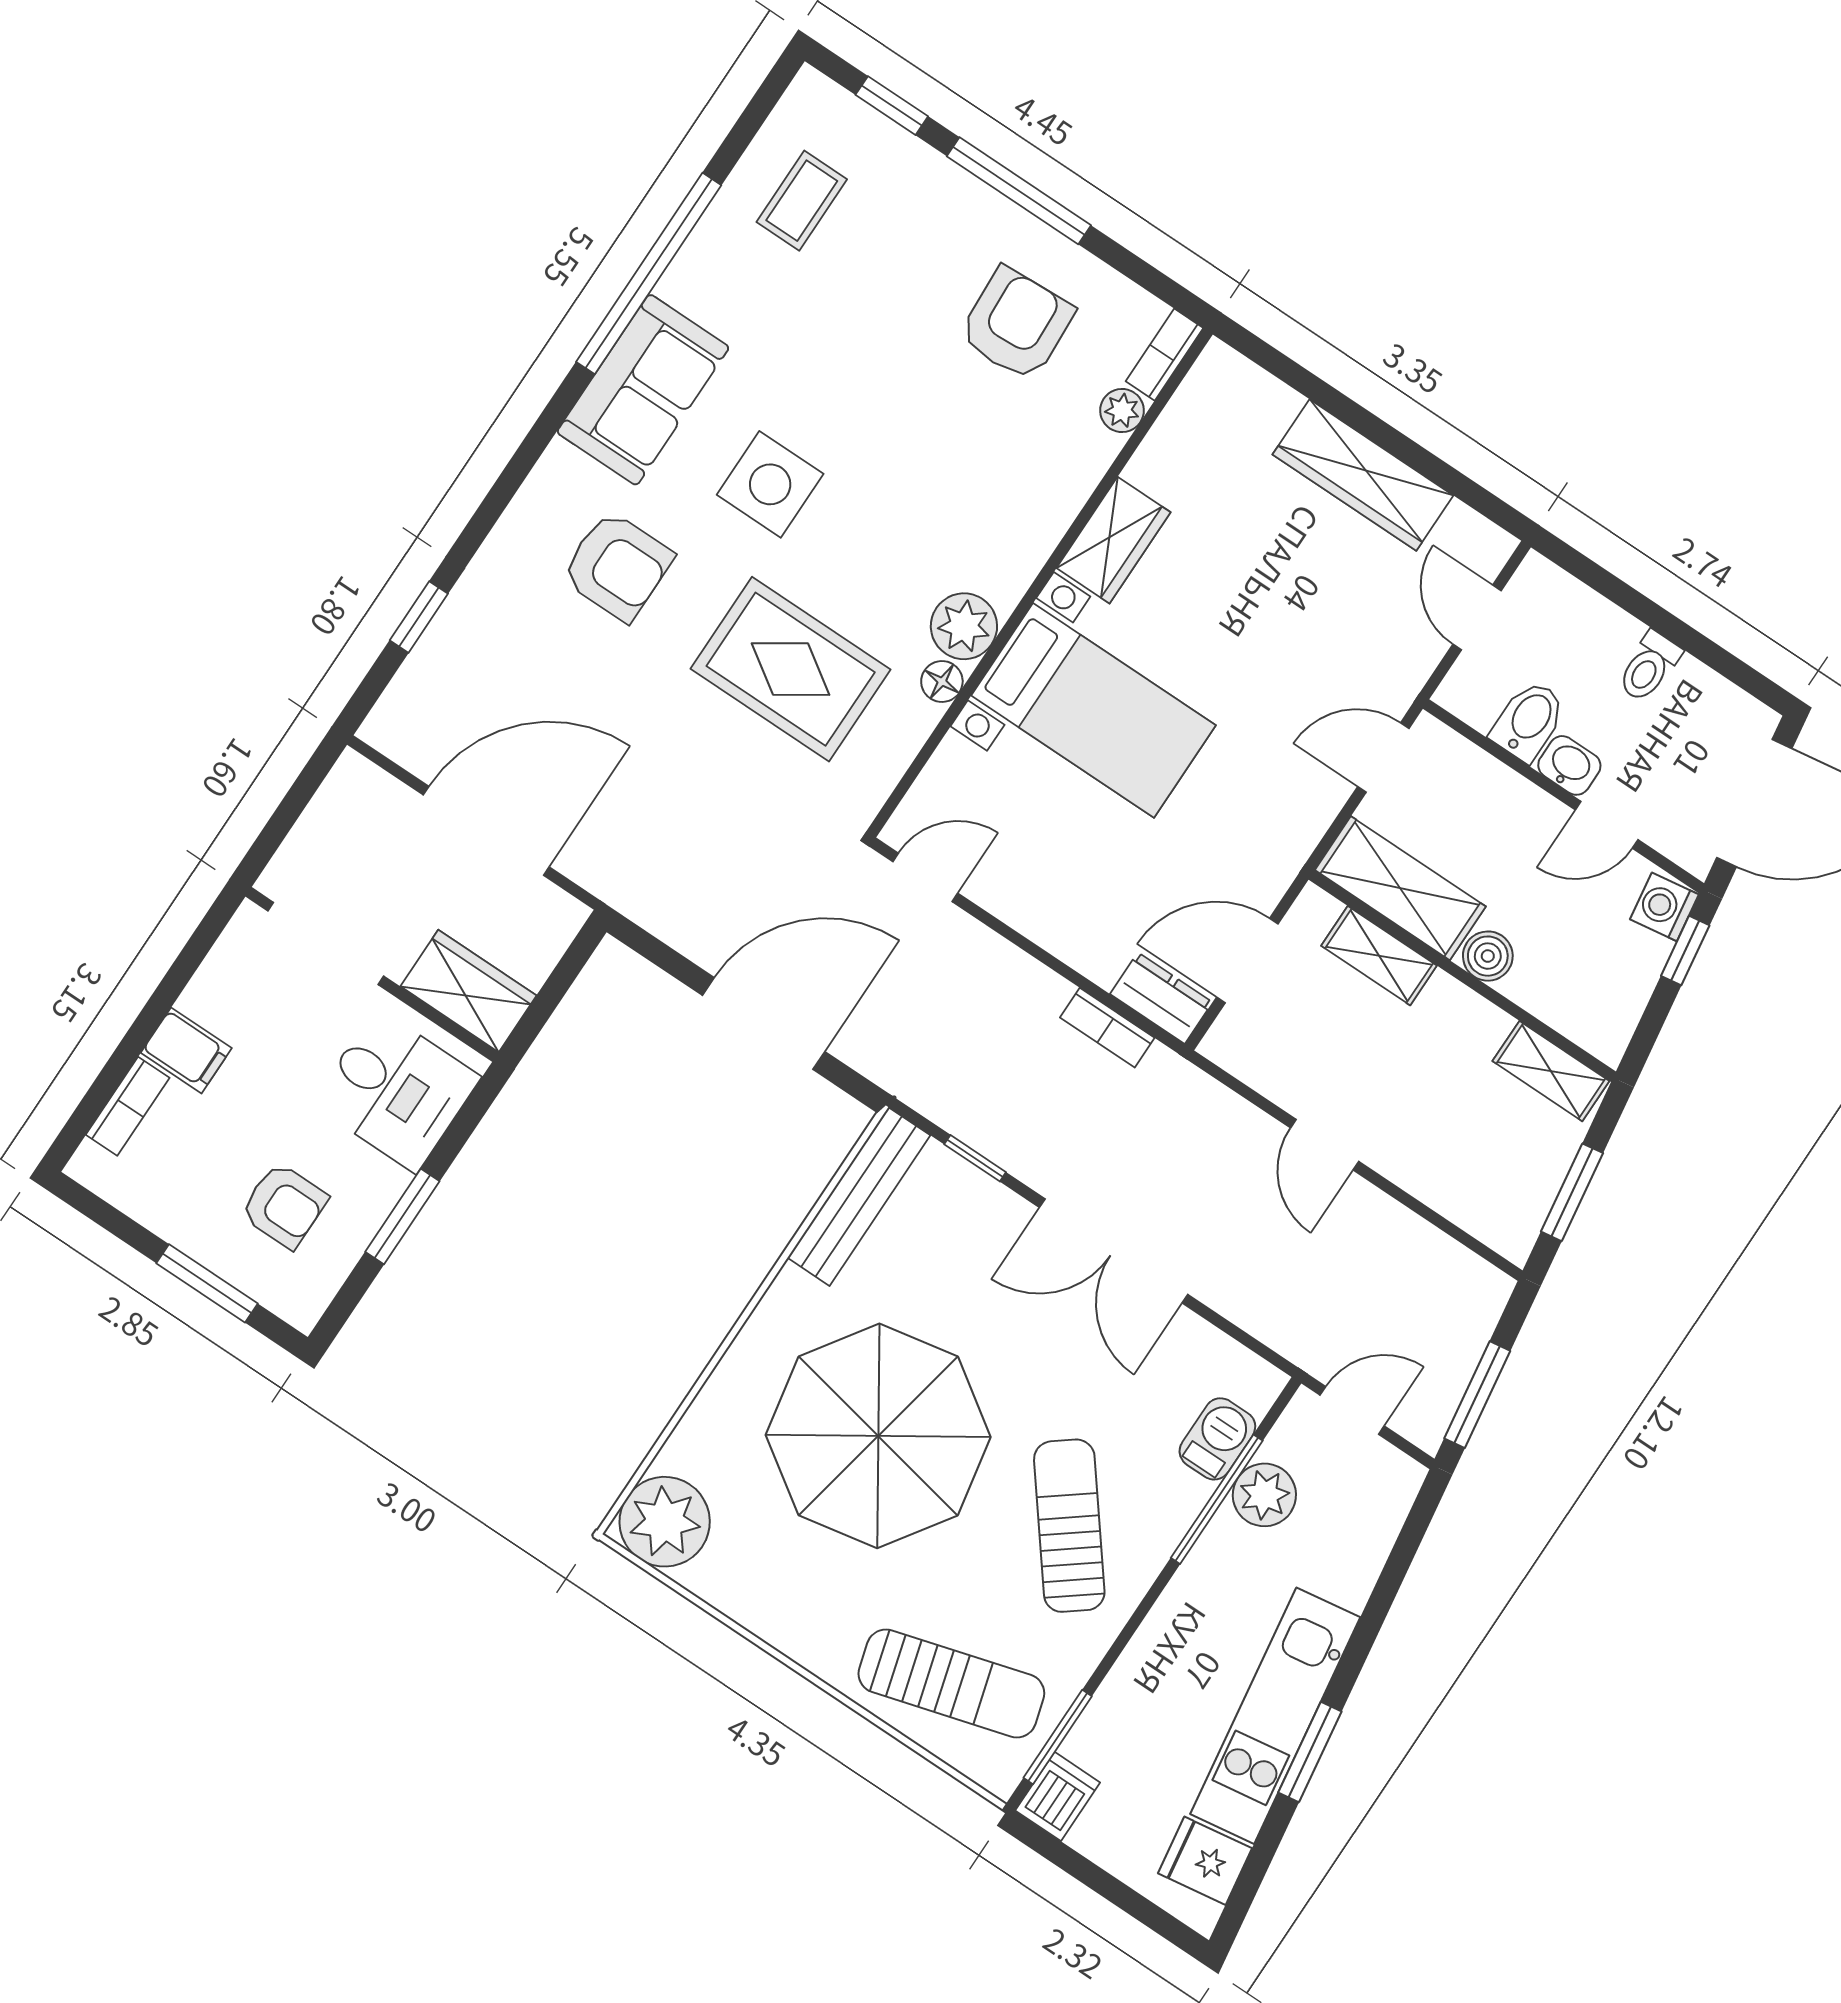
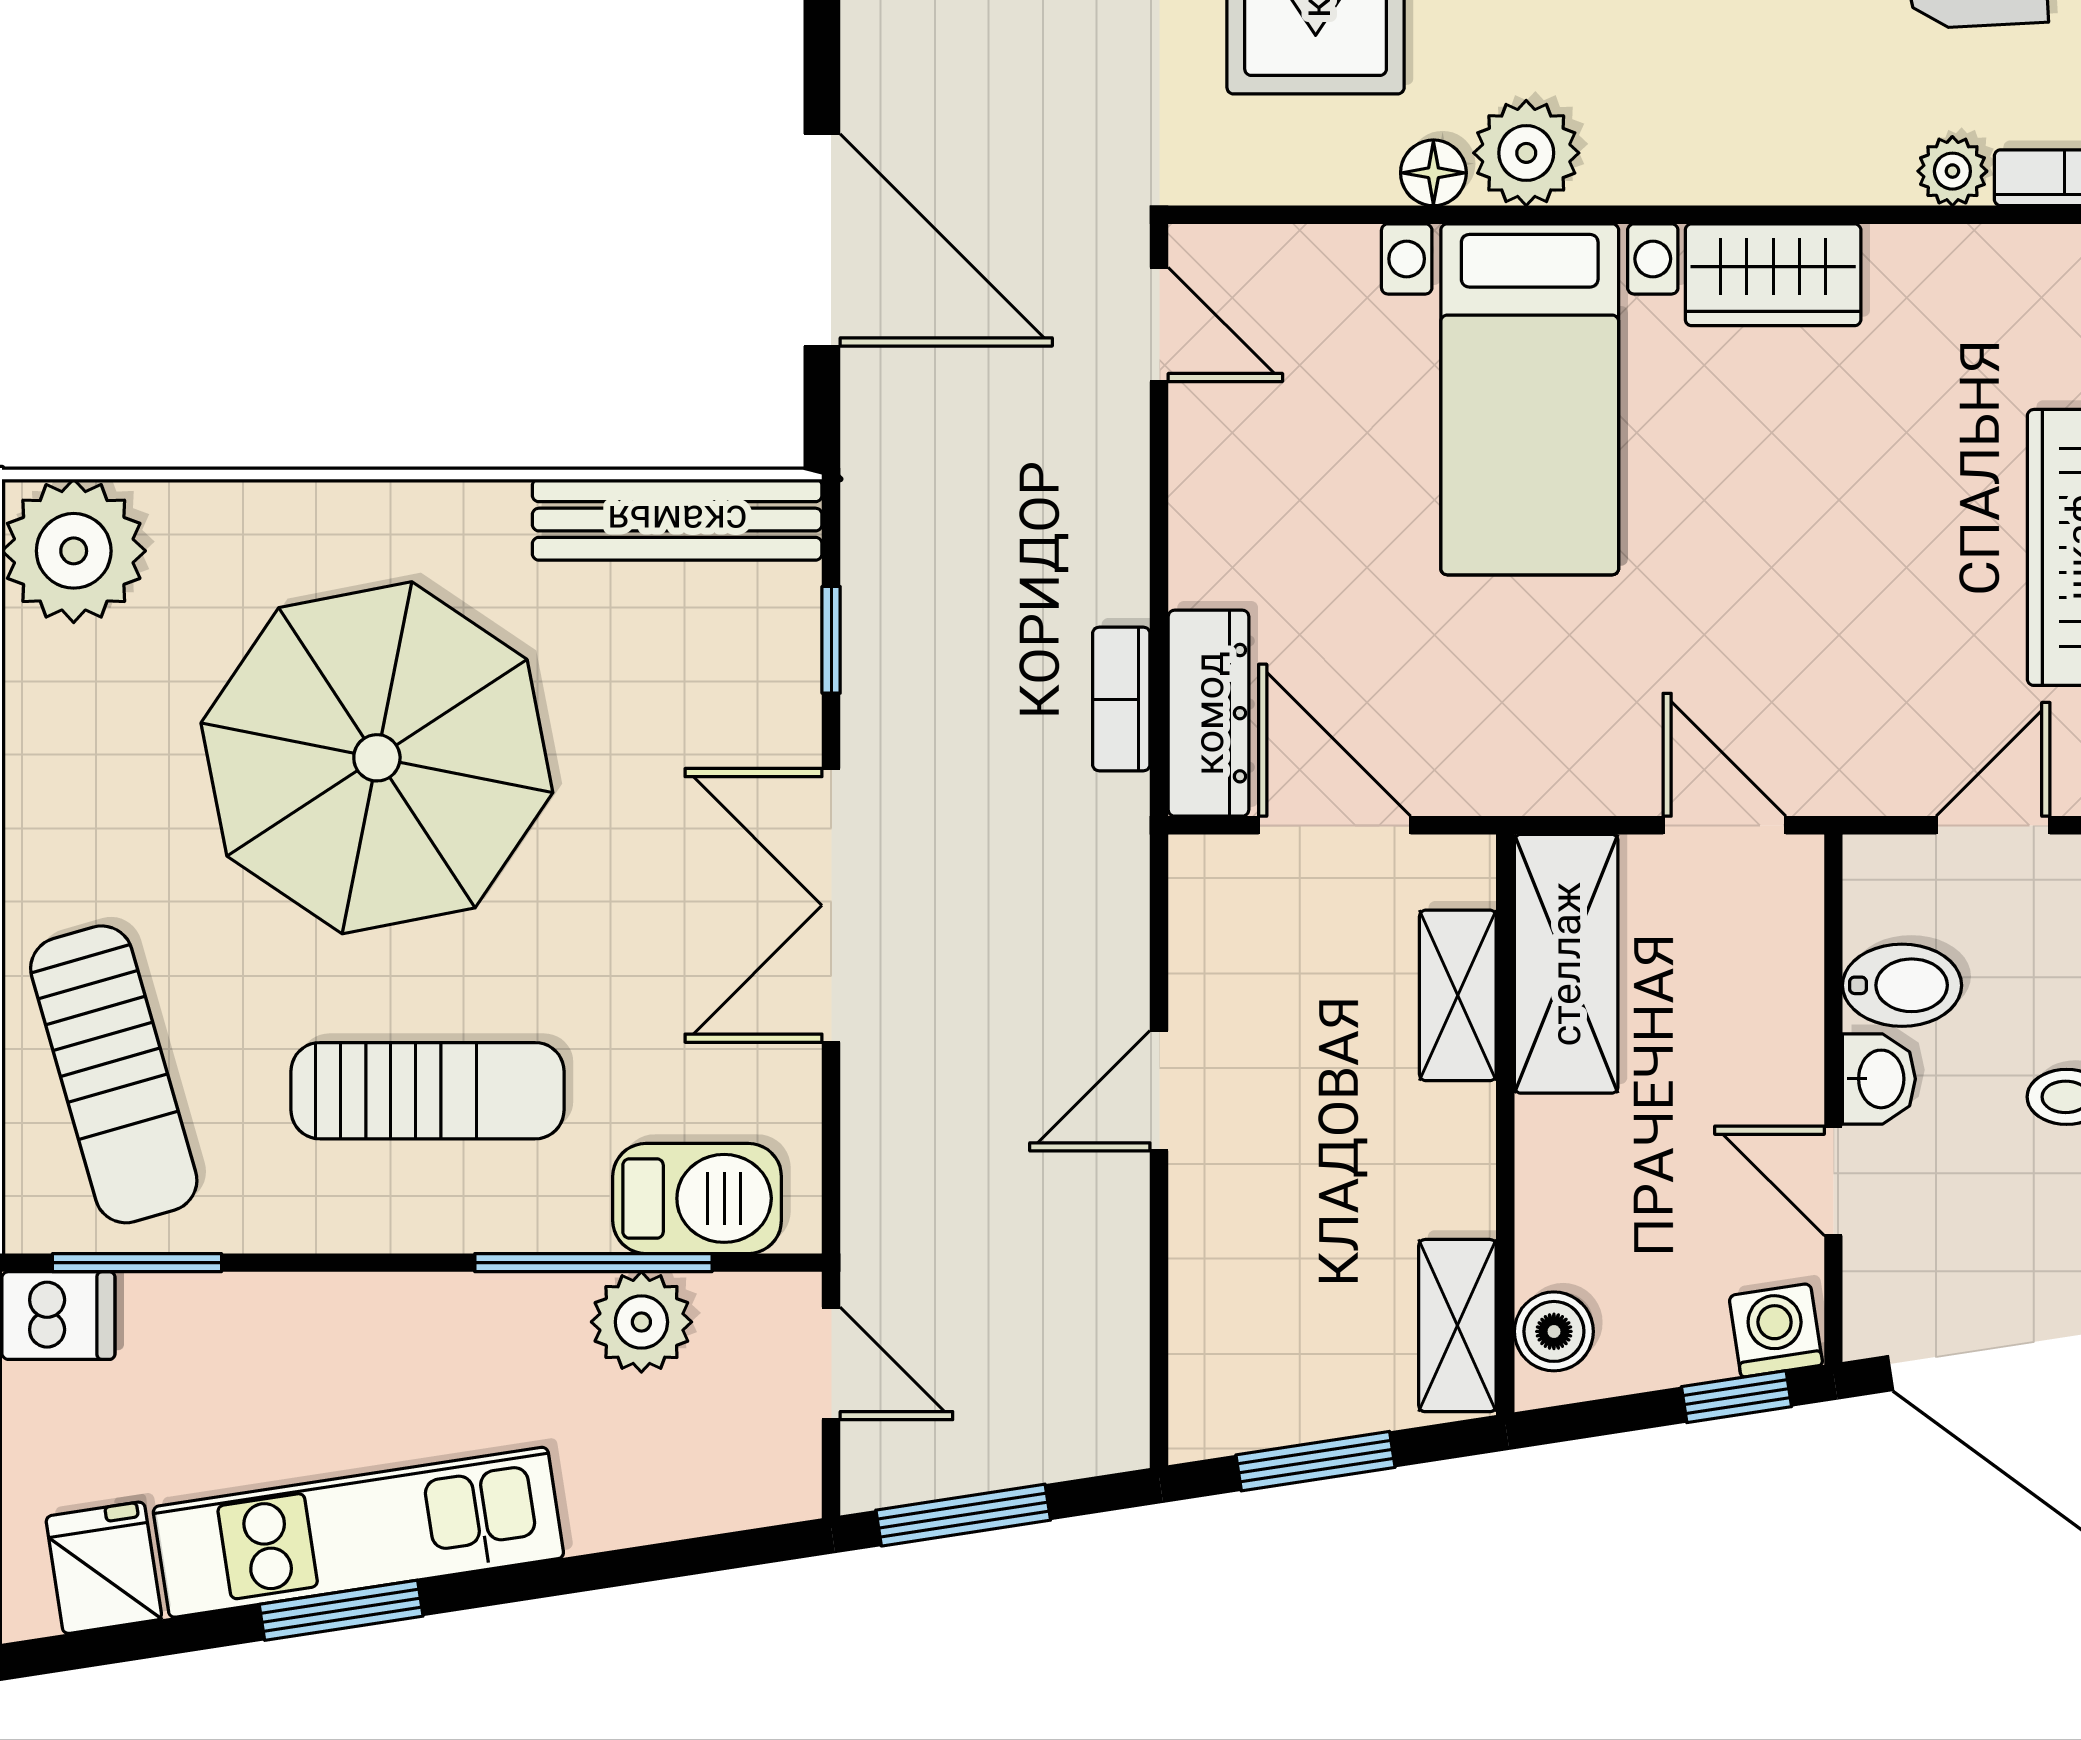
boiler: (1488, 956) -> (1554, 1331), moved
dresser: (1161, 998) -> (1209, 713), width x1.44
barbecue: (1217, 1439) -> (697, 1198), width x1.38, depth x1.27
sun lounger: (1069, 1526) -> (427, 1091), turned 38

